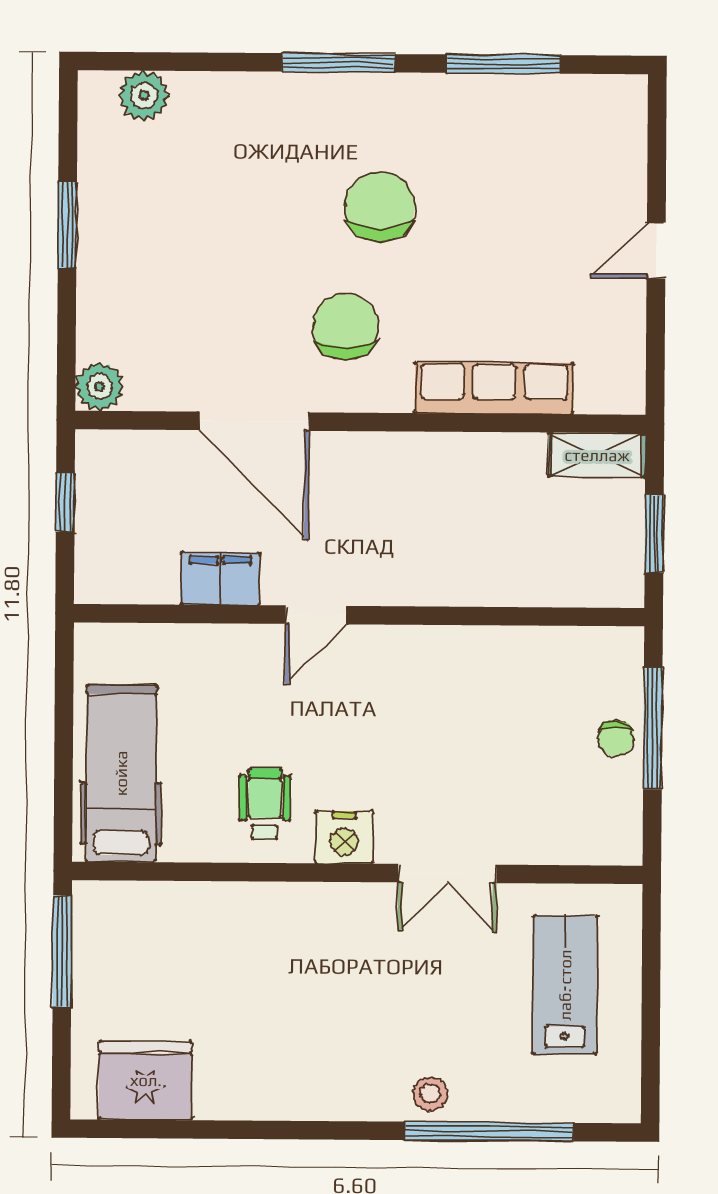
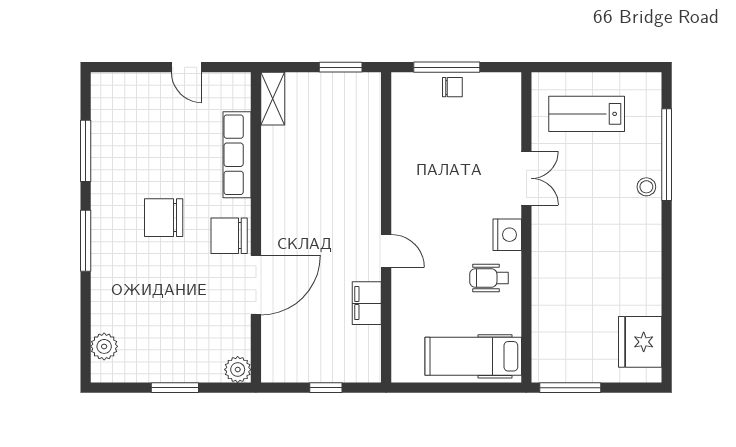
plant: (100, 387) -> (238, 370), moved
row of seats: (494, 388) -> (237, 155), moved
door: (254, 421) -> (256, 285), moved
wall: (360, 422) -> (256, 227), moved
shelving: (597, 455) -> (273, 99), moved

